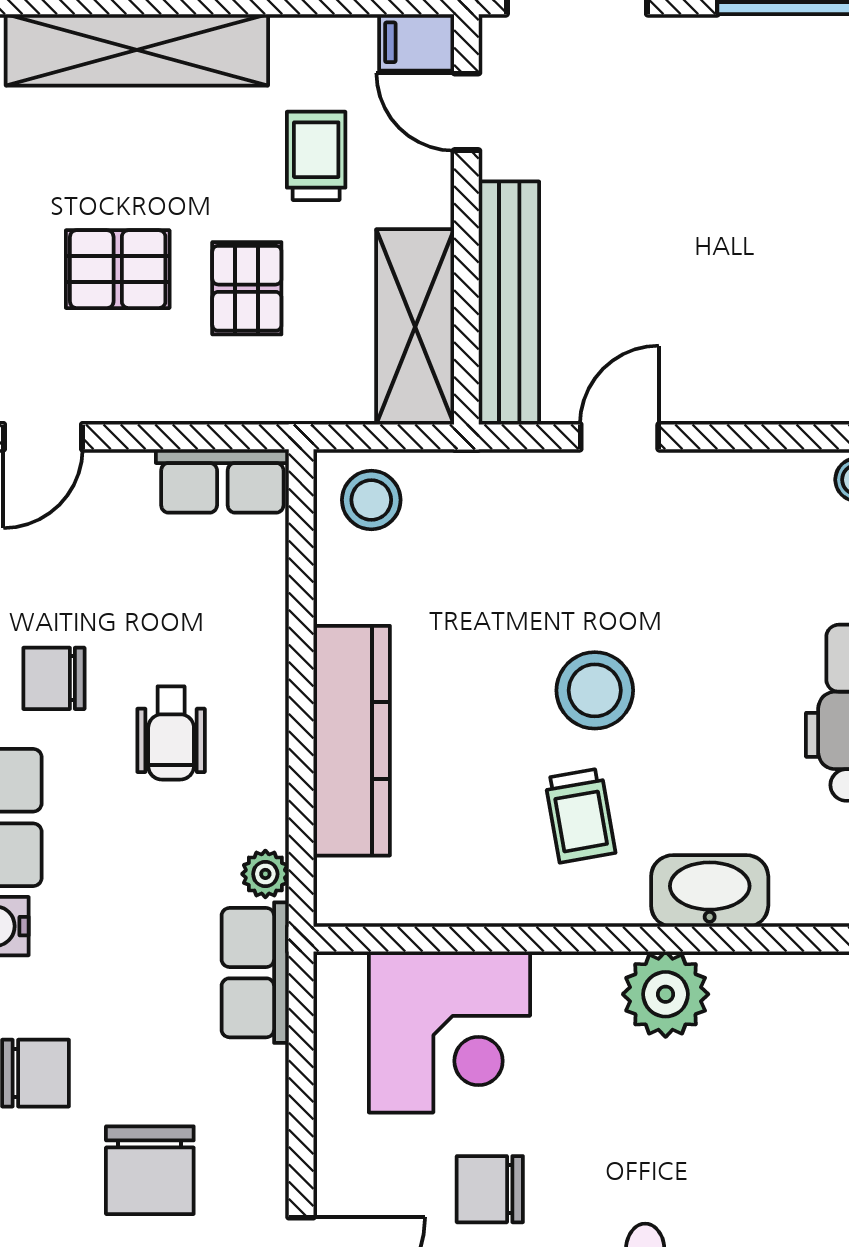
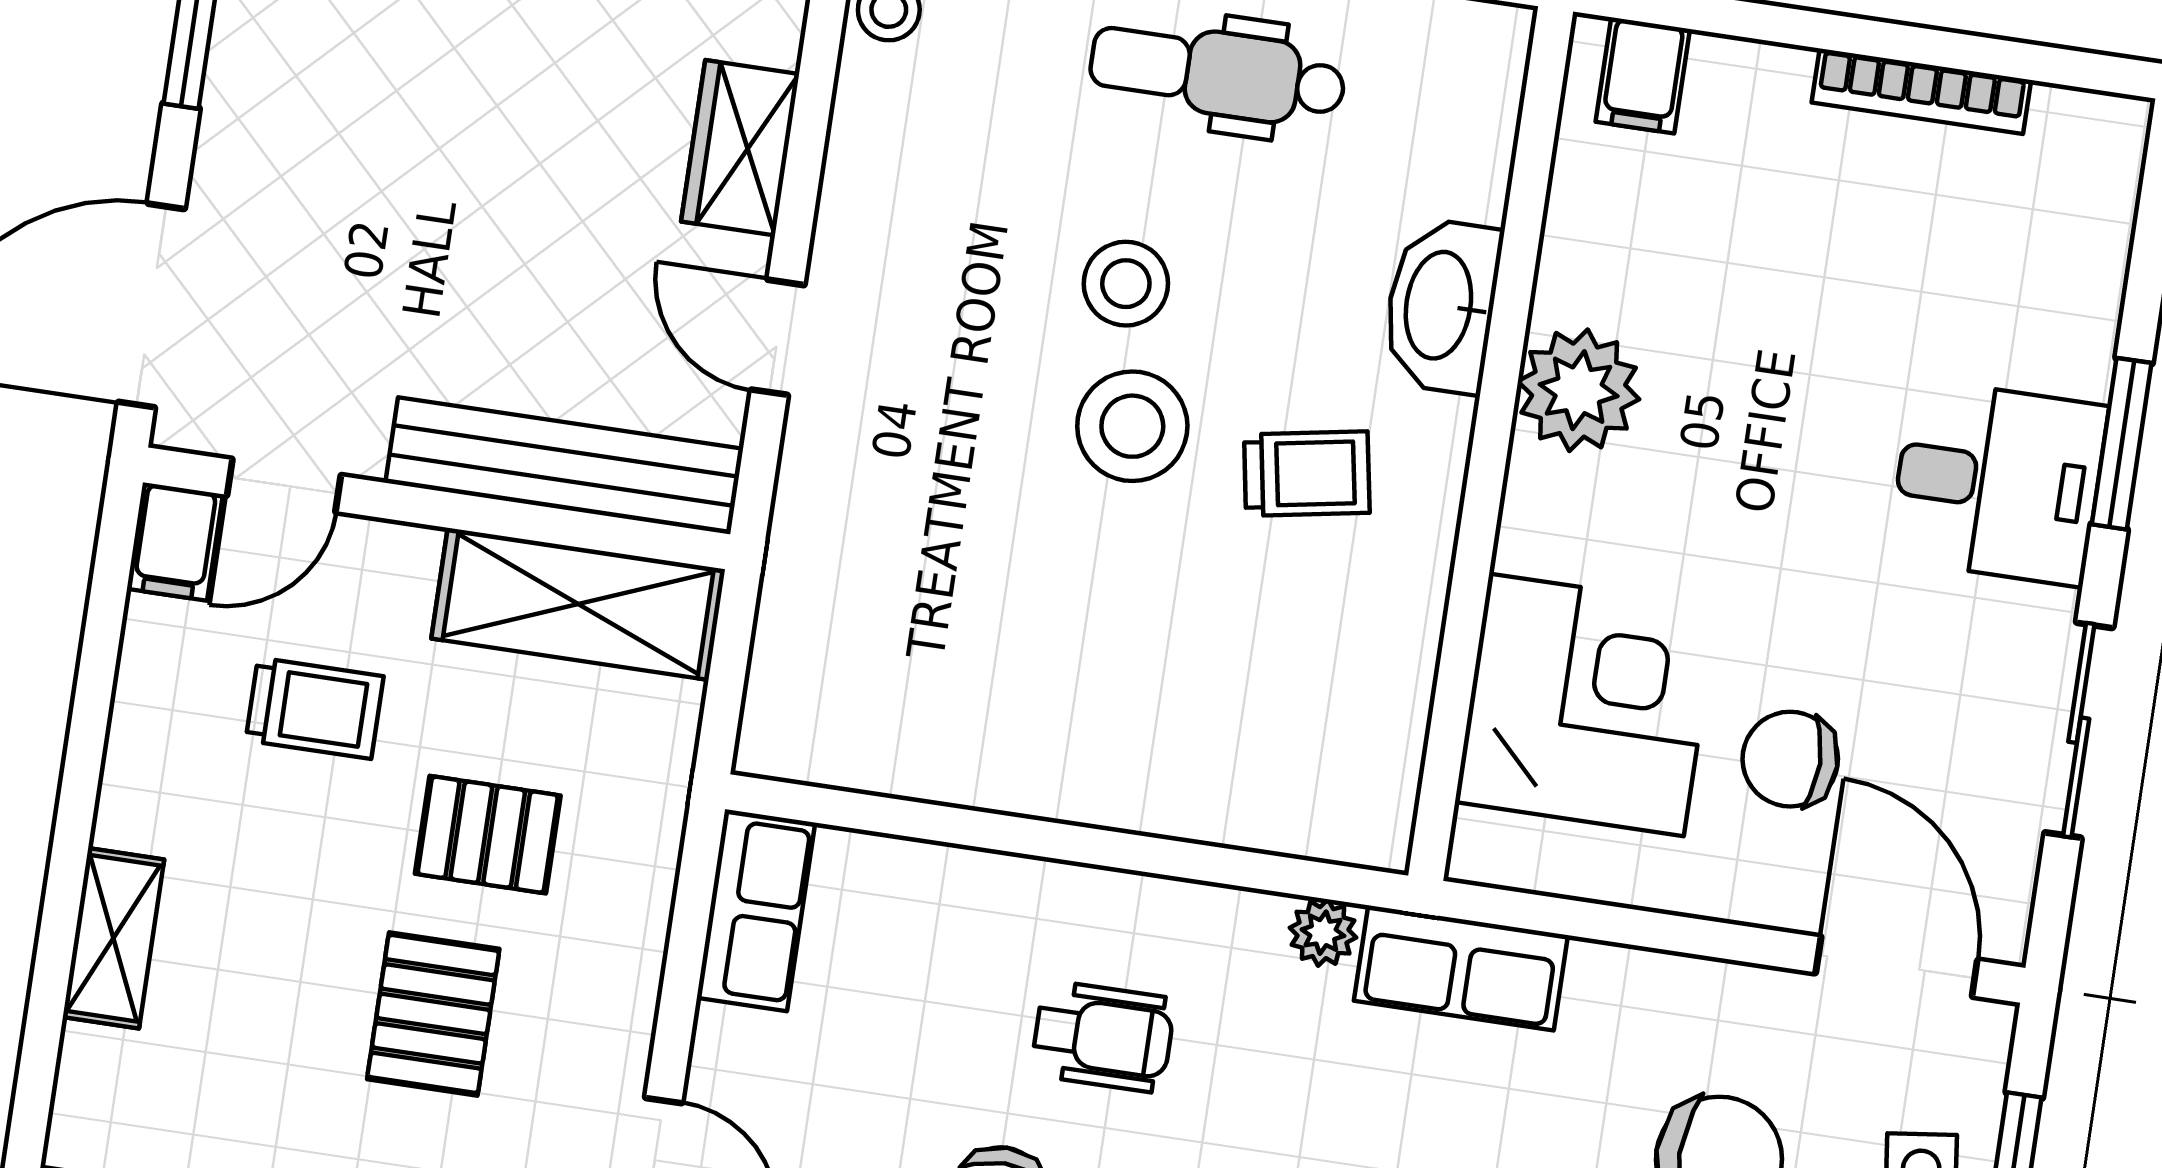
shelving: (137, 50) -> (113, 938), width x0.45, depth x0.75
trolley: (316, 156) -> (315, 708), turned 180
wardrobe: (746, 391) -> (740, 148), added
stool: (371, 500) -> (1126, 284), moved
kitchen counter: (352, 741) -> (1152, 782), removed
chair: (490, 1189) -> (1790, 759), moved, turned 90

